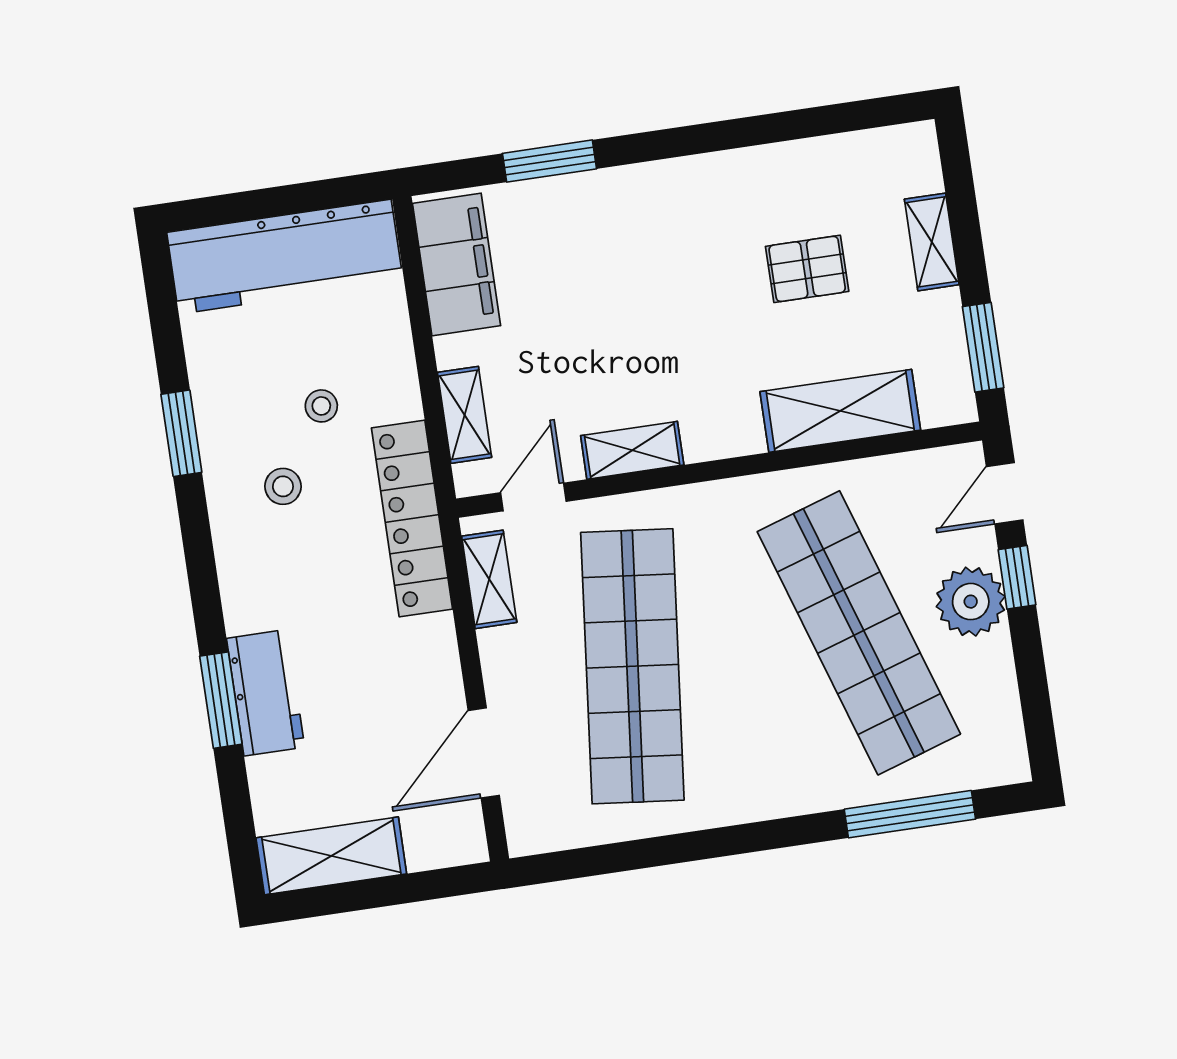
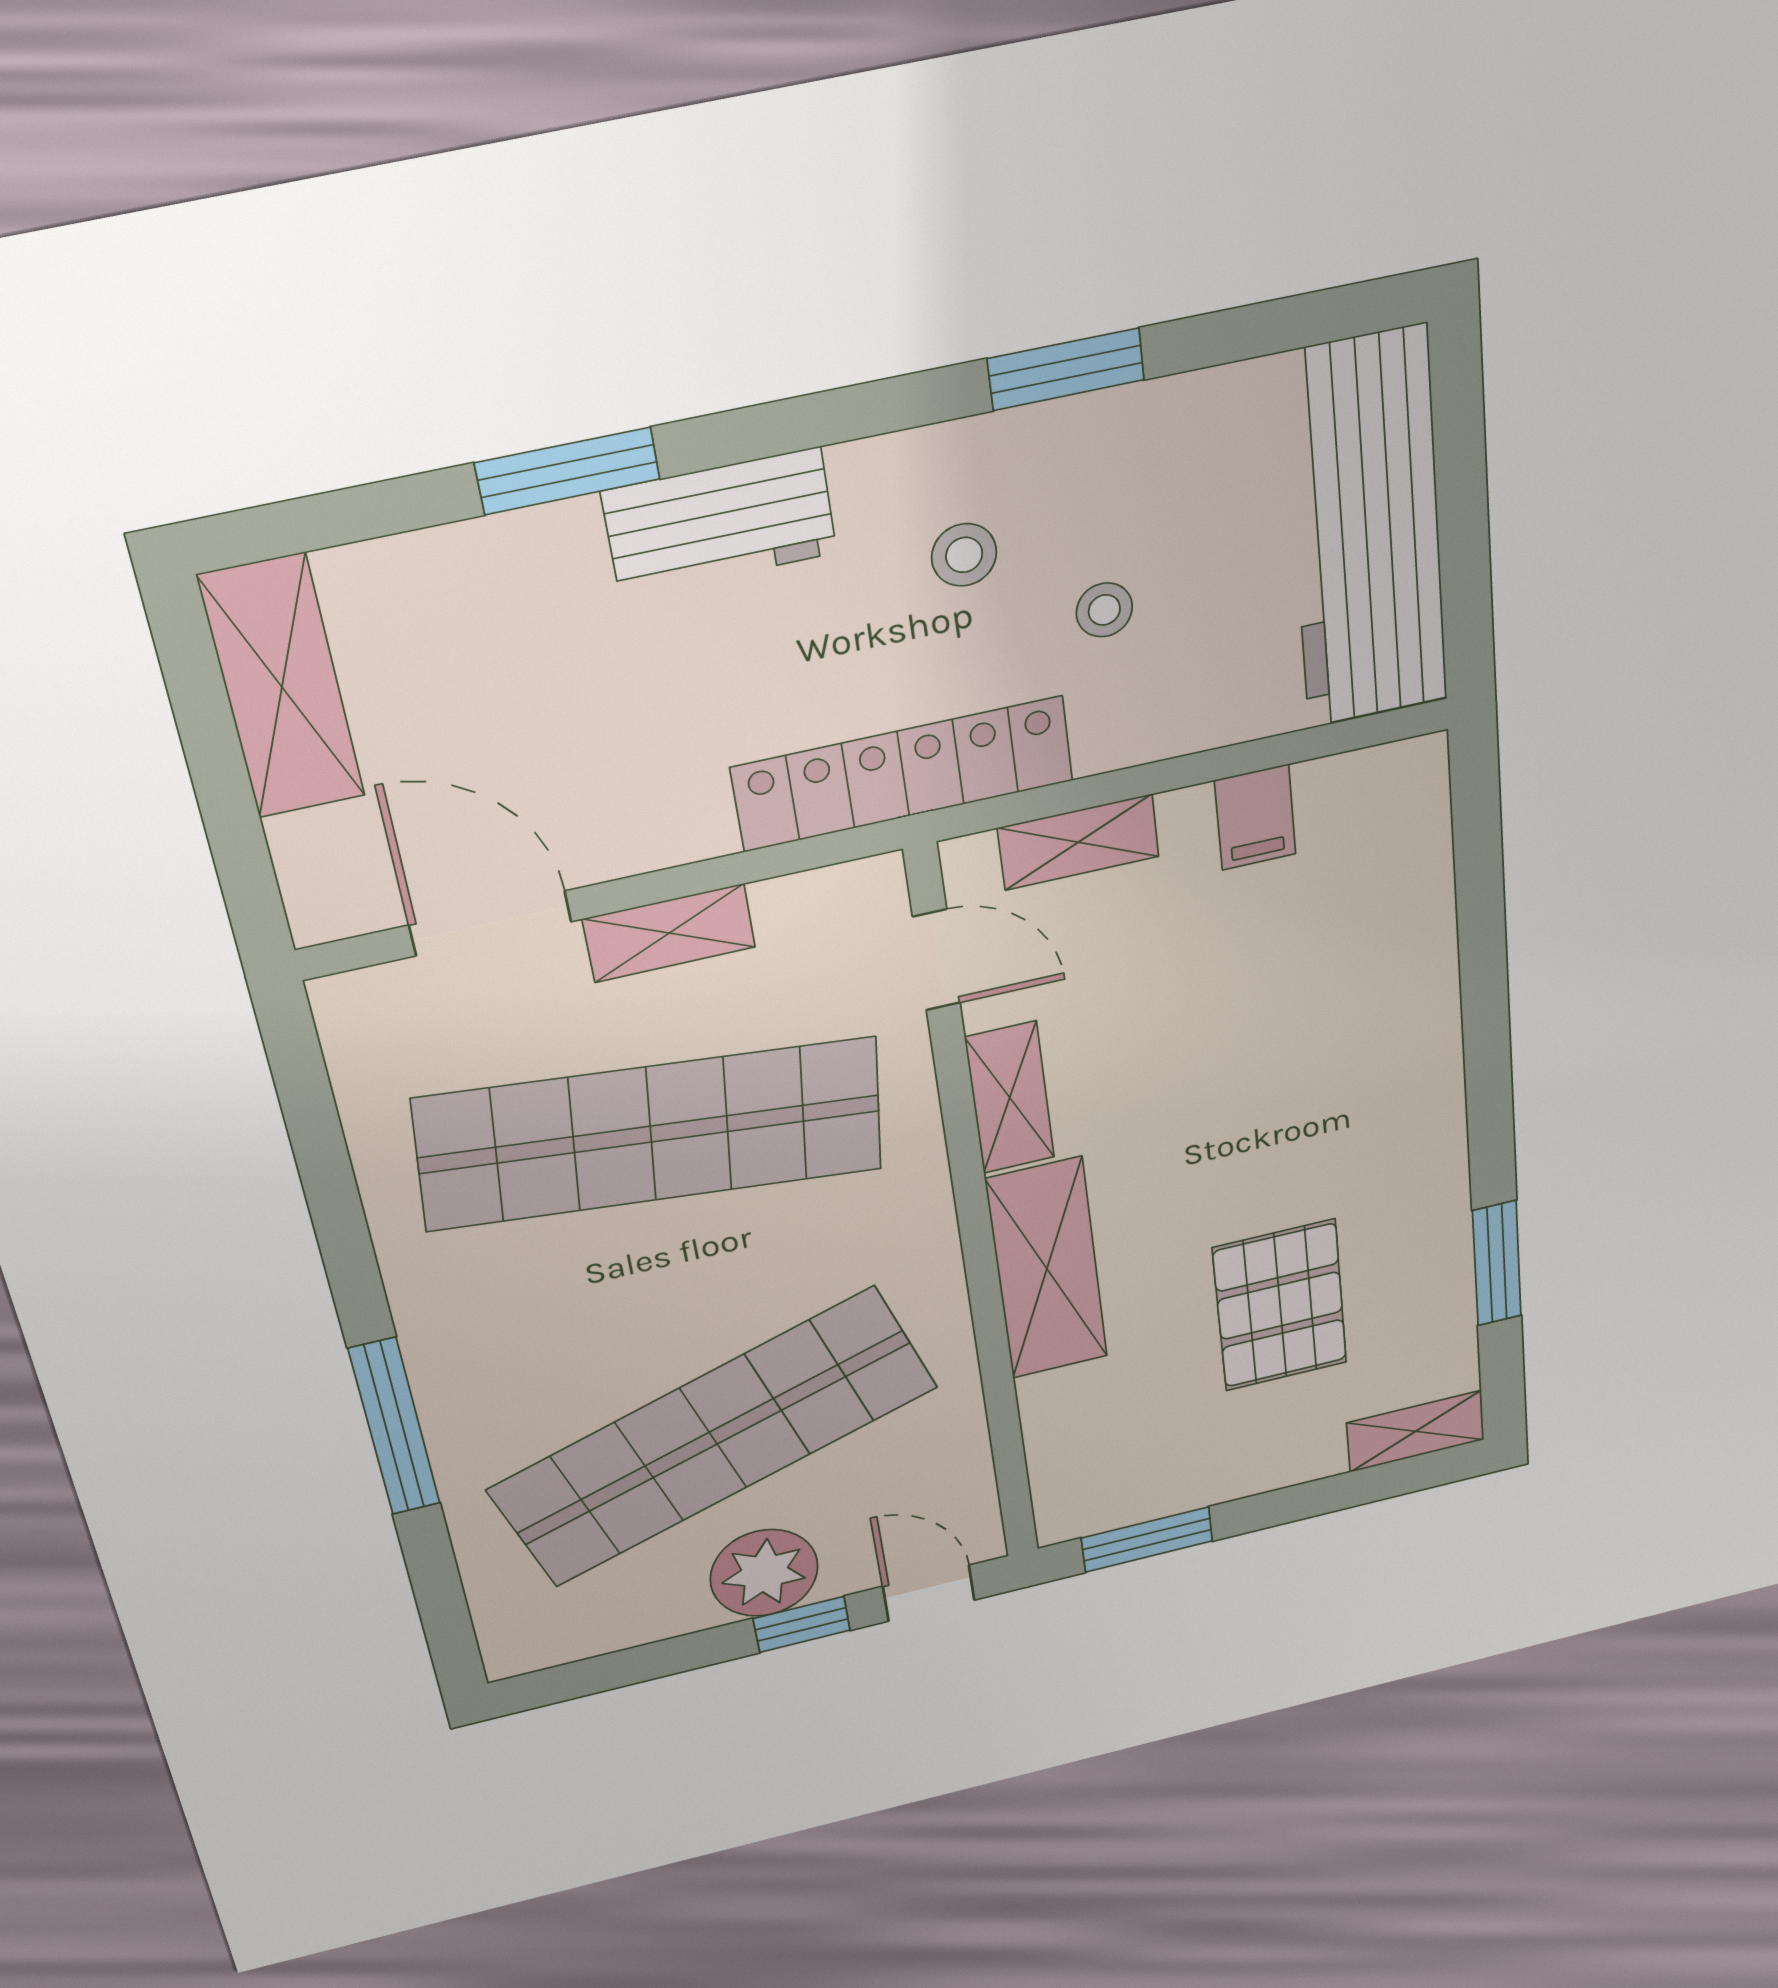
window: (549, 161) -> (1497, 1263), moved
shelving: (932, 242) -> (1416, 1431), moved
filing cabinet: (457, 264) -> (1255, 817), width x0.33, depth x0.86
pallet: (807, 269) -> (1280, 1306), width x1.50, depth x1.42
shelving: (840, 411) -> (1047, 1269), moved
shelving: (489, 579) -> (669, 933), moved
workbench: (266, 693) -> (720, 522), moved
window: (910, 814) -> (394, 1427), moved

